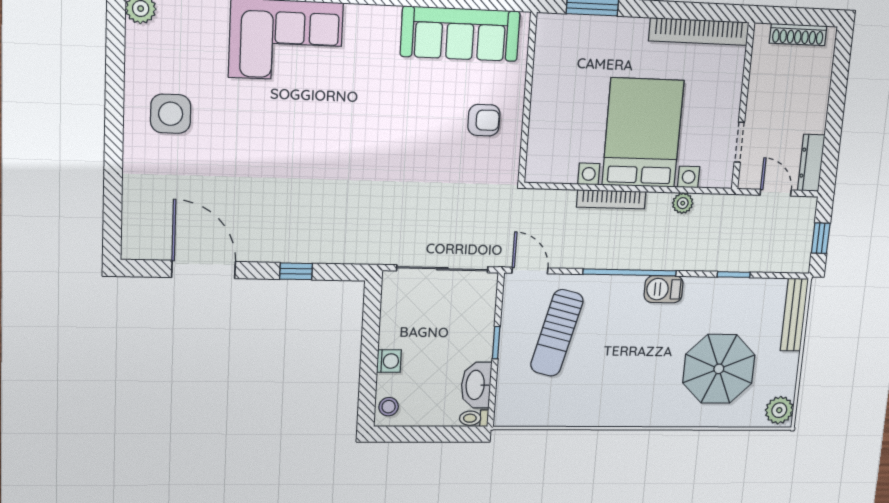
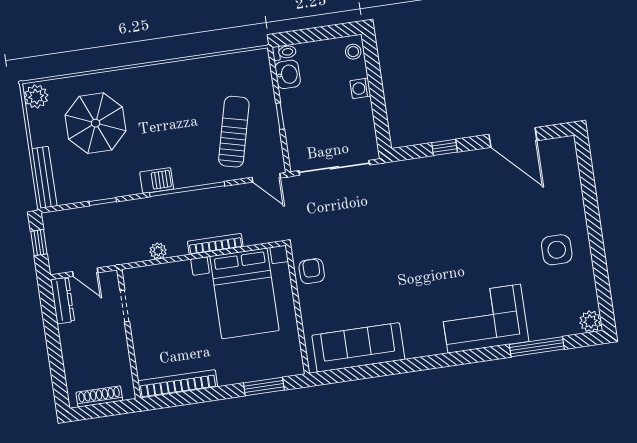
armchair: (484, 120) -> (312, 271), moved, turned 90
bed with nightstands: (643, 133) -> (244, 293), moved
washbasin: (476, 385) -> (288, 74), width x0.72

